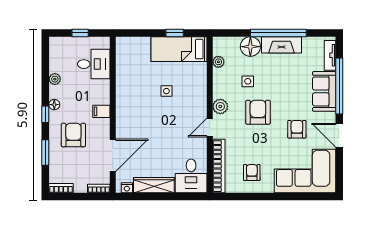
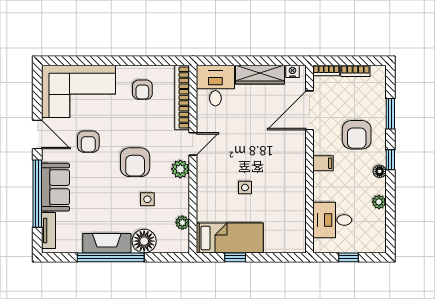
bookcase: (61, 188) -> (355, 71), moved

